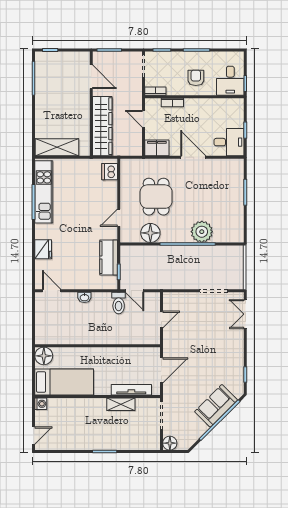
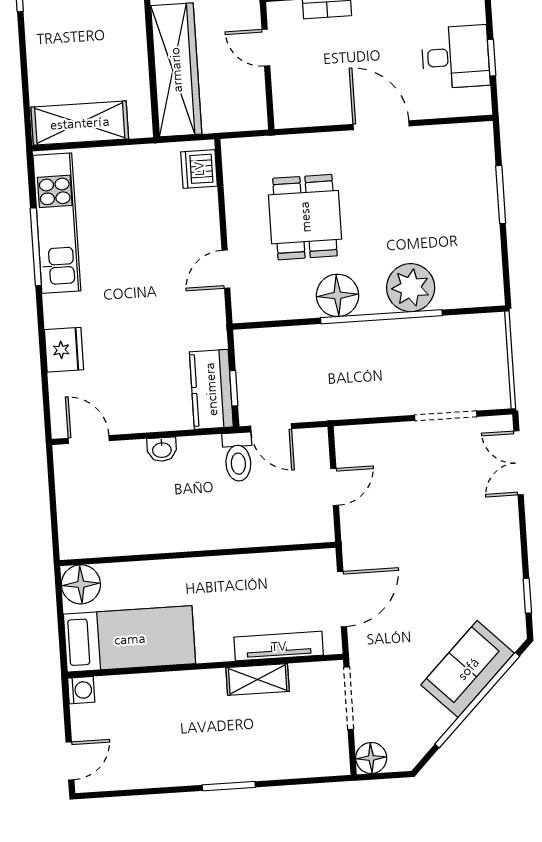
desk: (229, 142) -> (456, 57), moved
filing cabinet: (157, 148) -> (300, 110), removed
floor lamp: (150, 233) -> (338, 295), moved
kitchen counter: (109, 257) -> (211, 389), moved

